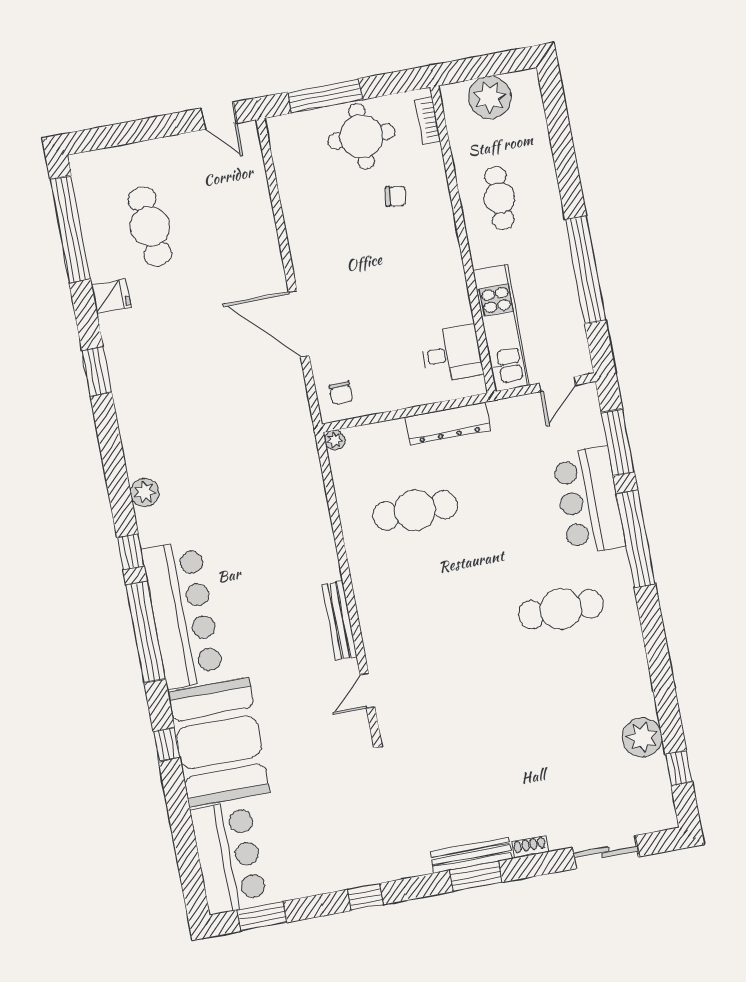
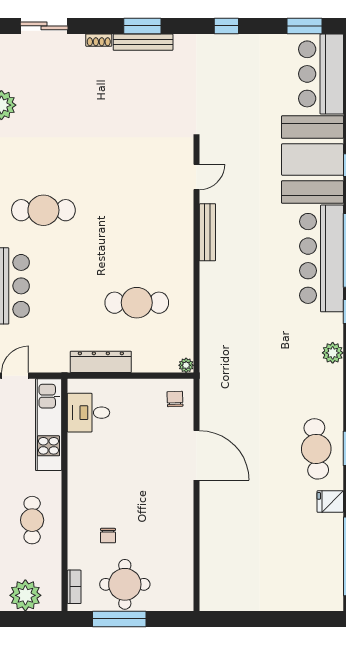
window: (325, 96) -> (119, 619), moved
door: (219, 116) -> (227, 619), removed
chair: (396, 196) -> (108, 536), turned -99
cafe table: (150, 226) -> (316, 449), moved

